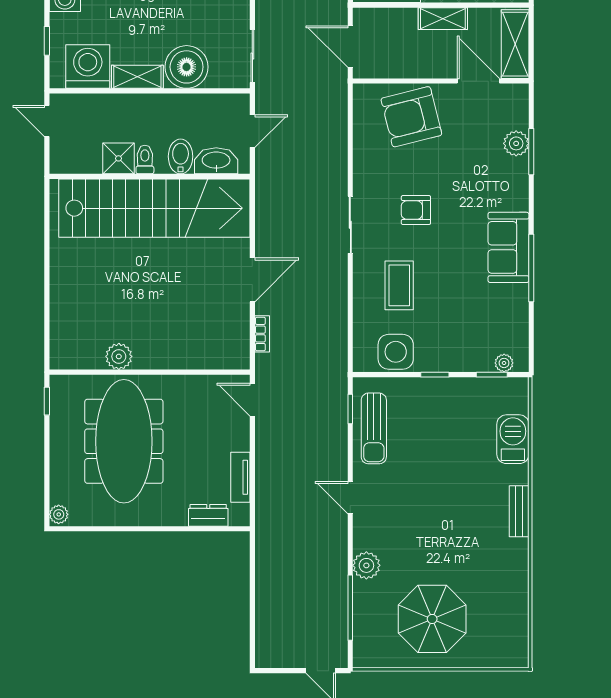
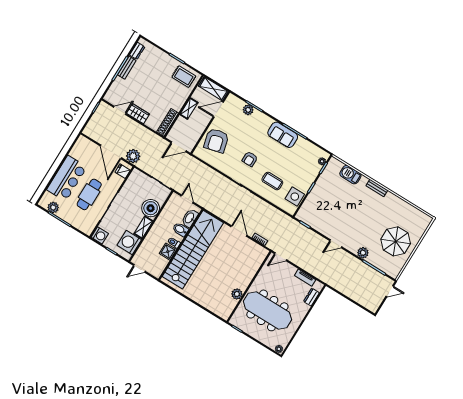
sun lounger: (374, 428) -> (317, 221), removed

